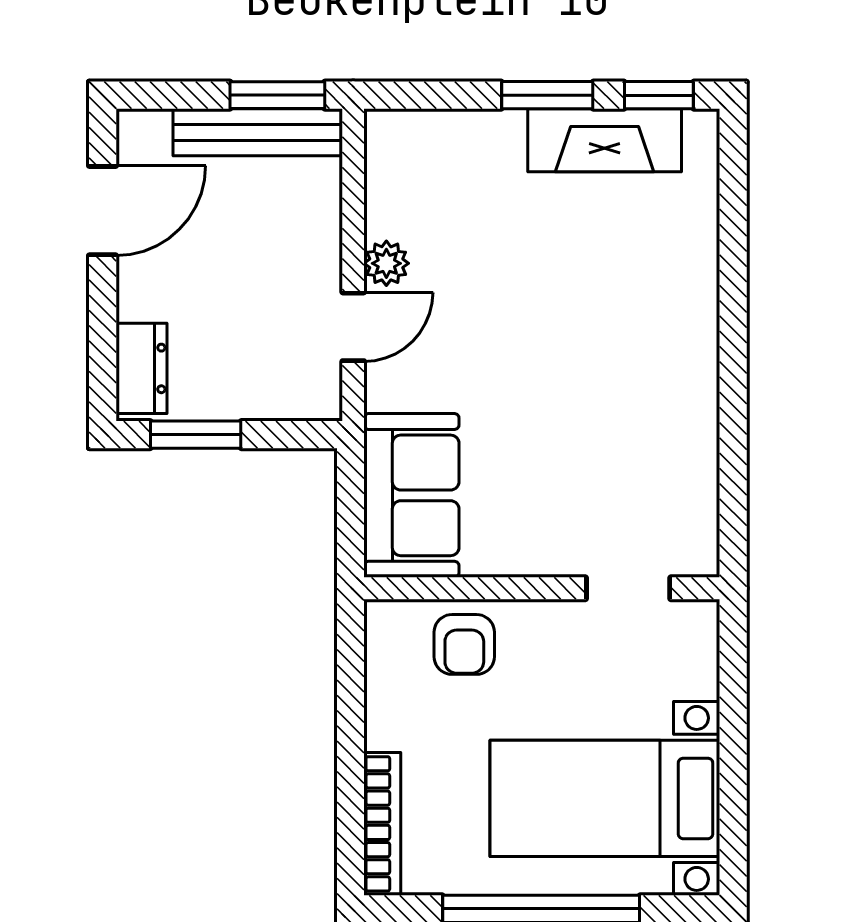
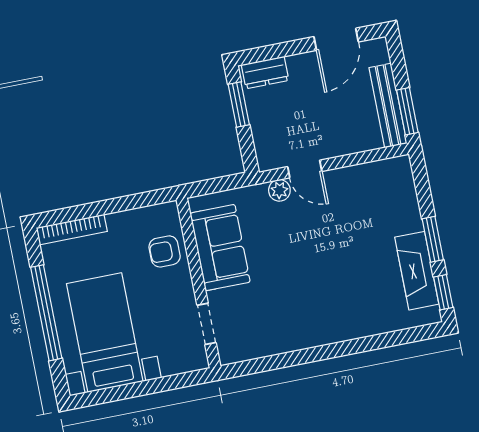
door: (103, 211) -> (336, 39), hinge flipped
plant: (386, 263) -> (279, 190), moved
sofa: (411, 495) -> (220, 248), moved, turned -90

